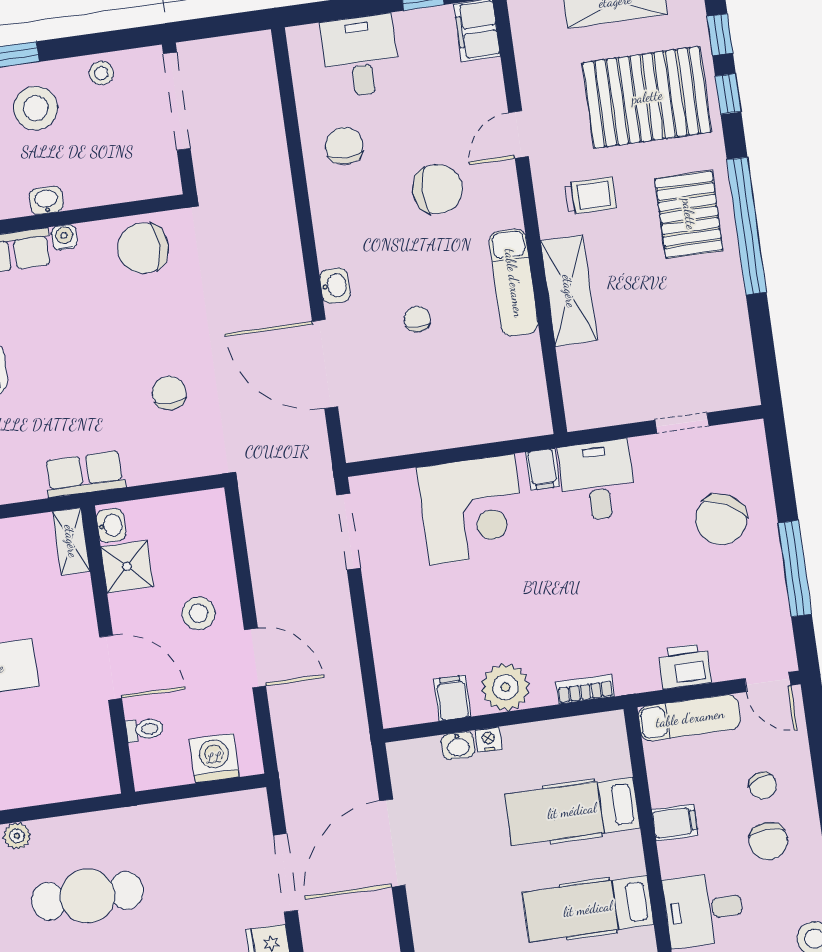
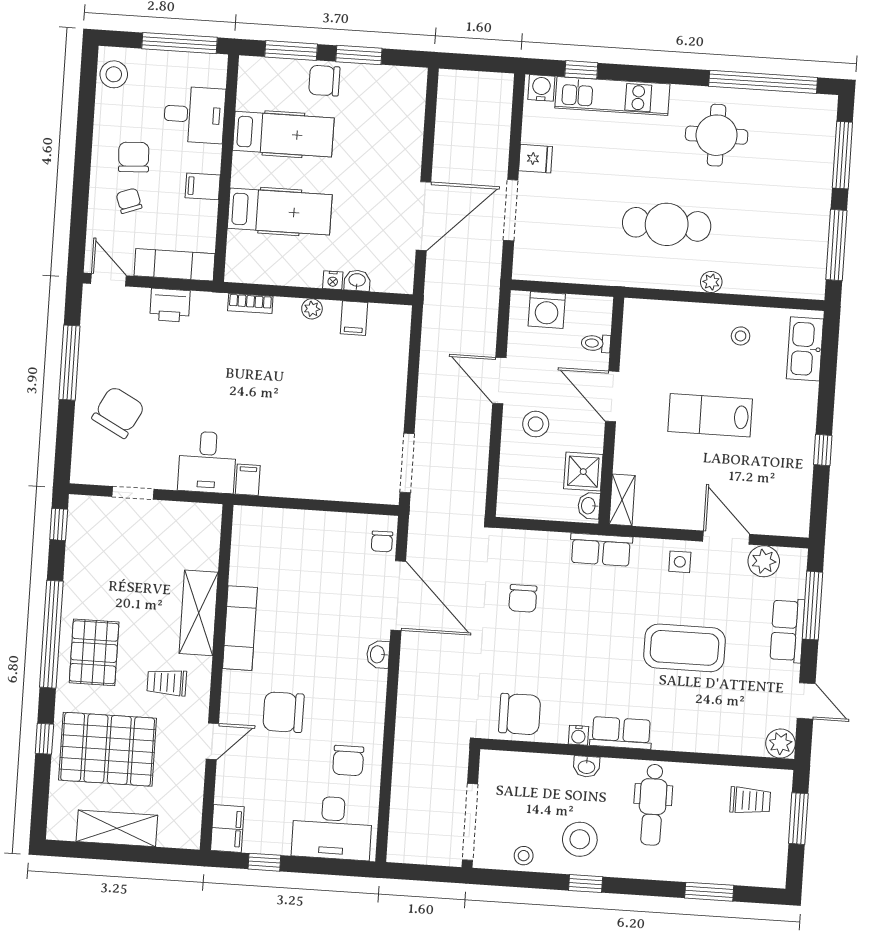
window: (720, 35) -> (59, 524), moved
desk: (360, 56) -> (332, 828), width x1.37
chair: (417, 319) -> (382, 541), moved
corner desk: (472, 509) -> (309, 460), removed
plant: (505, 687) -> (312, 309), width x0.53, depth x0.53

